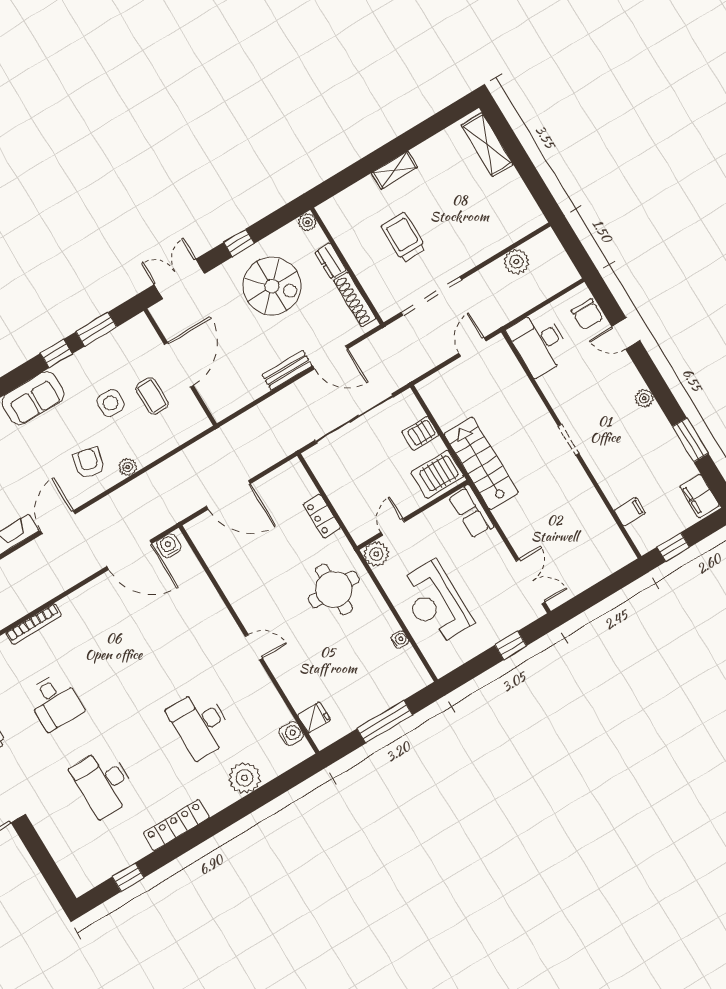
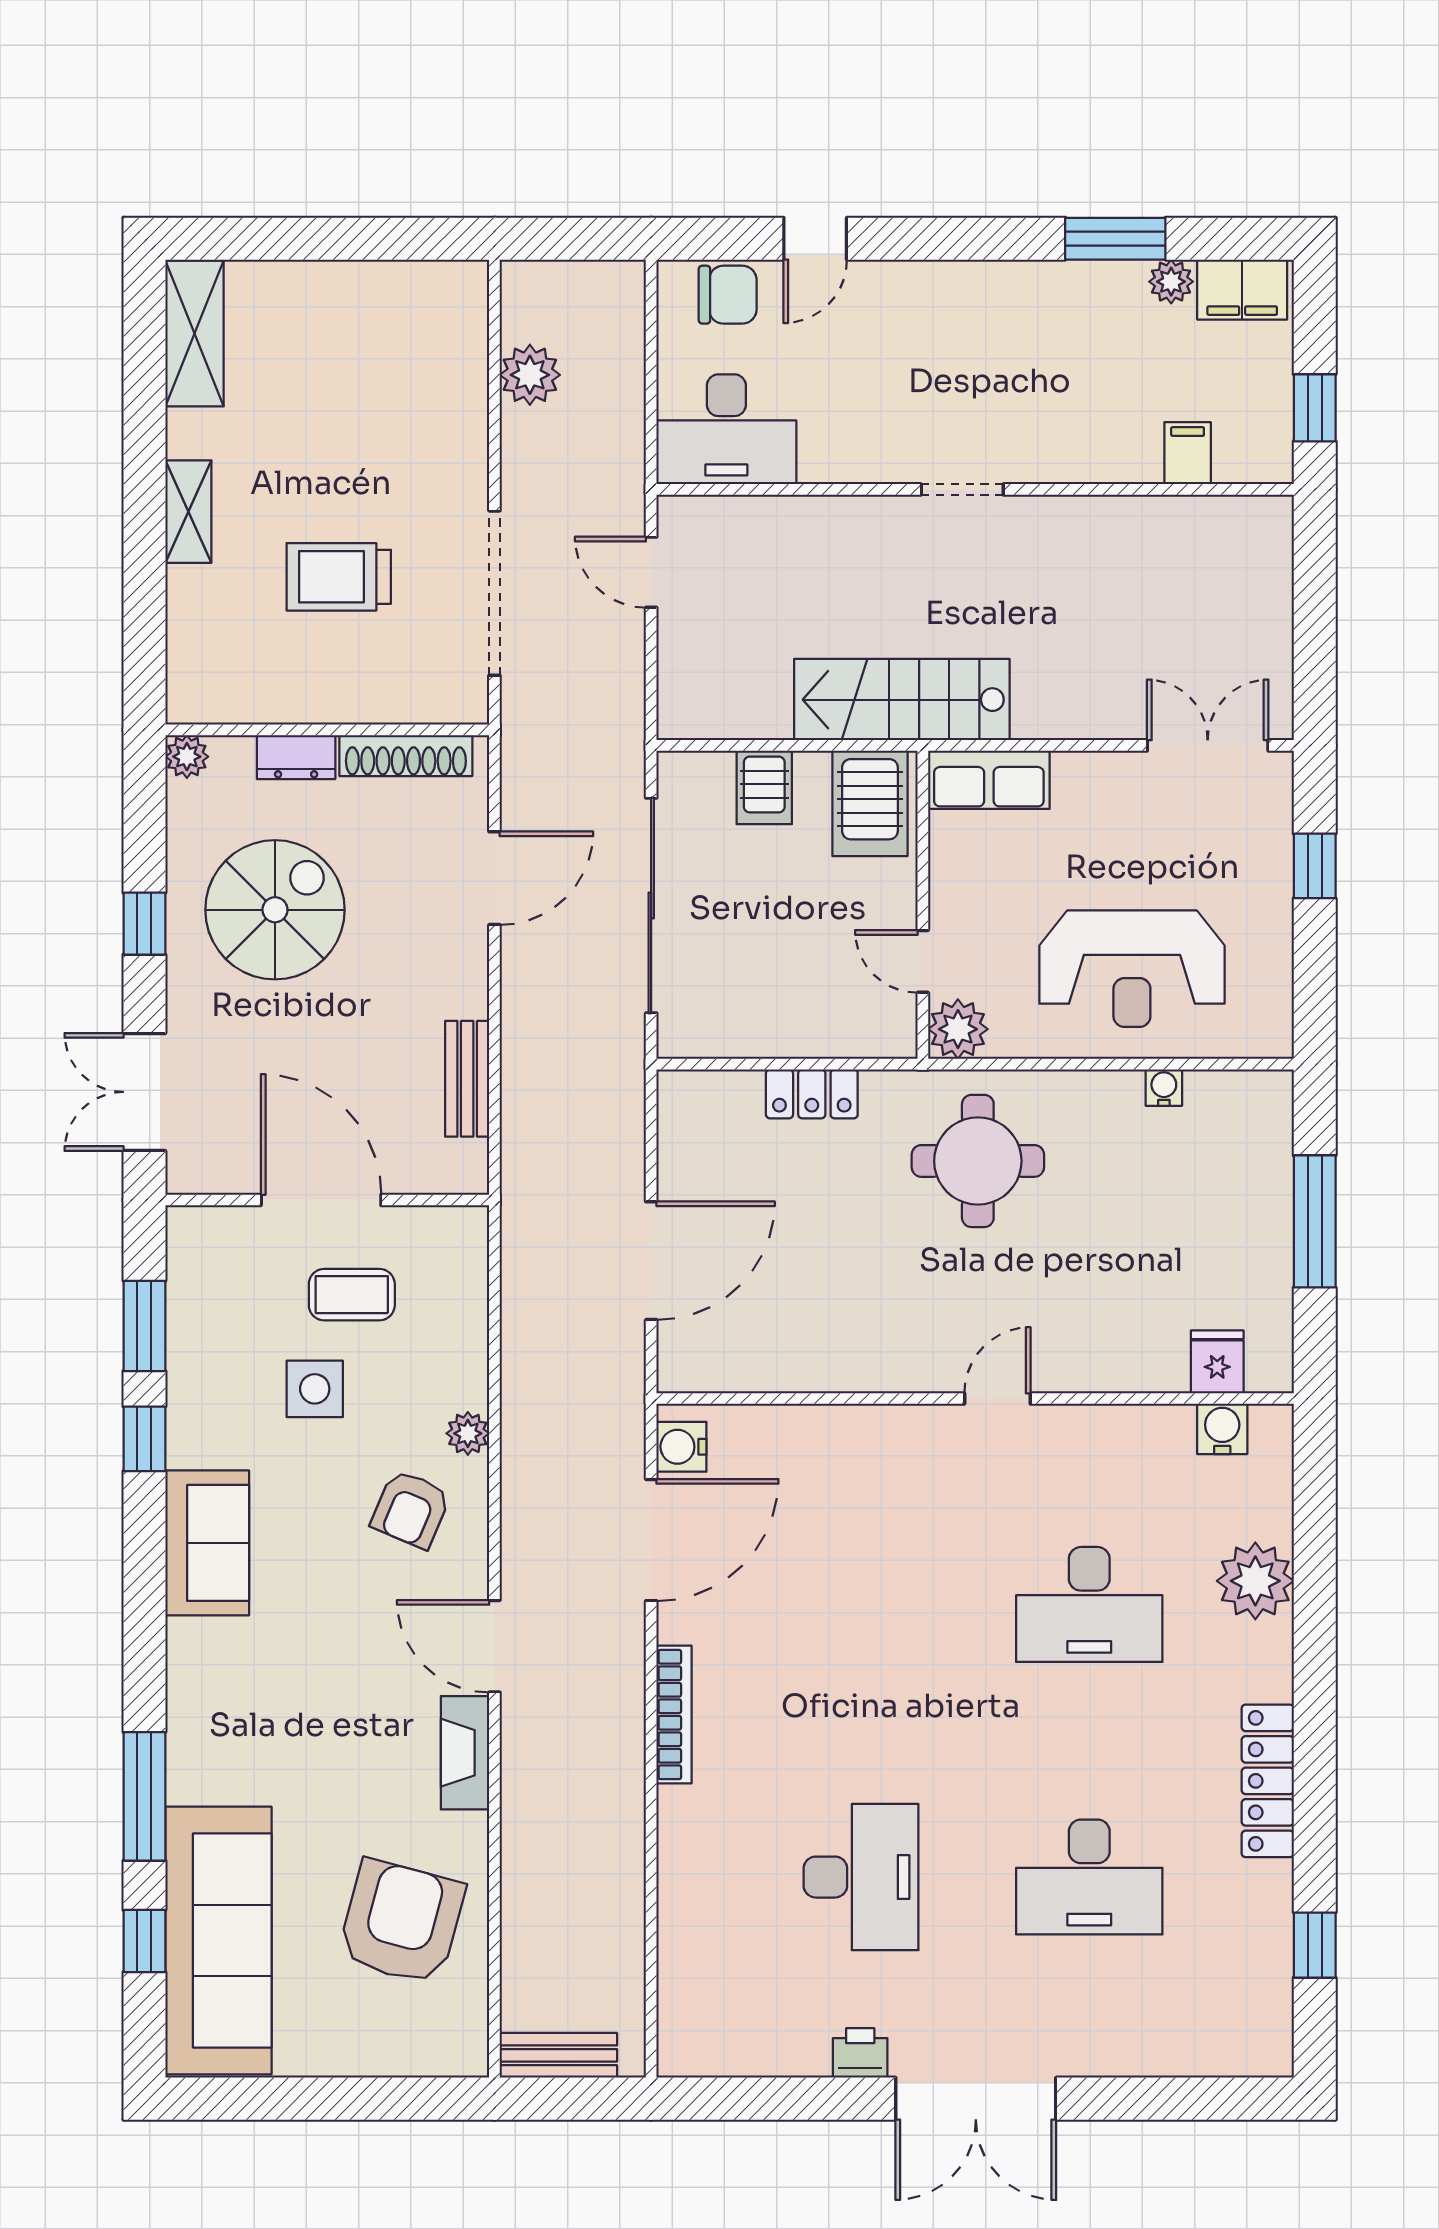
shelving: (487, 145) -> (194, 334), moved, turned 90
bench: (287, 370) -> (467, 1079), moved
plant: (644, 398) -> (1171, 282), moved
armchair: (89, 463) -> (411, 1509), turned -81
bookcase: (34, 624) -> (674, 1715), moved
desk: (55, 702) -> (861, 1877), width x1.37

